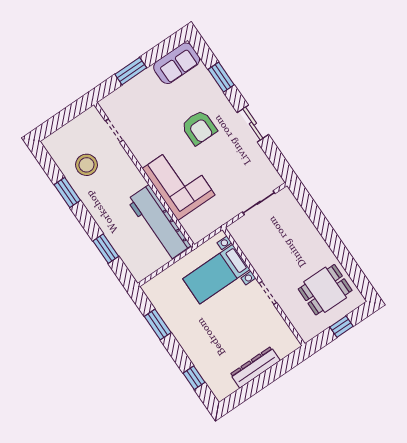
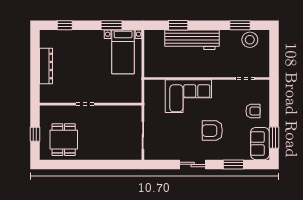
window: (131, 71) -> (274, 138), moved
armchair: (145, 96) -> (253, 111), added
stool: (87, 165) -> (250, 40), moved
window: (67, 193) -> (240, 25), moved
workbench: (159, 223) -> (192, 40), moved, turned 180
bed with nightstands: (216, 274) -> (123, 52), moved, turned 180

